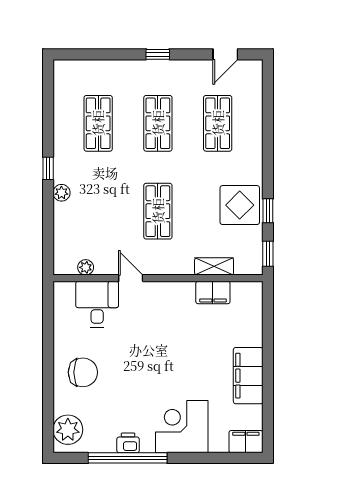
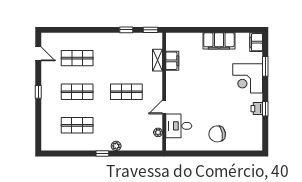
display table: (240, 205) -> (123, 46), removed
chair: (83, 372) -> (217, 134), turned -100
plant: (68, 430) -> (249, 142), removed
window: (128, 458) -> (265, 109), width x0.32
window: (203, 458) -> (265, 66), added

